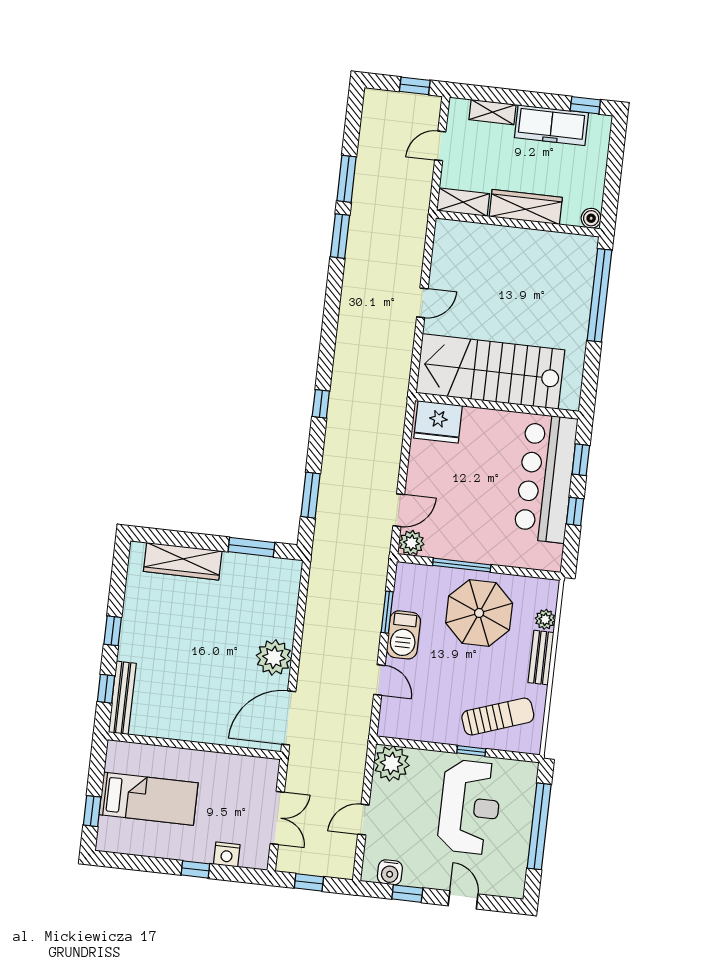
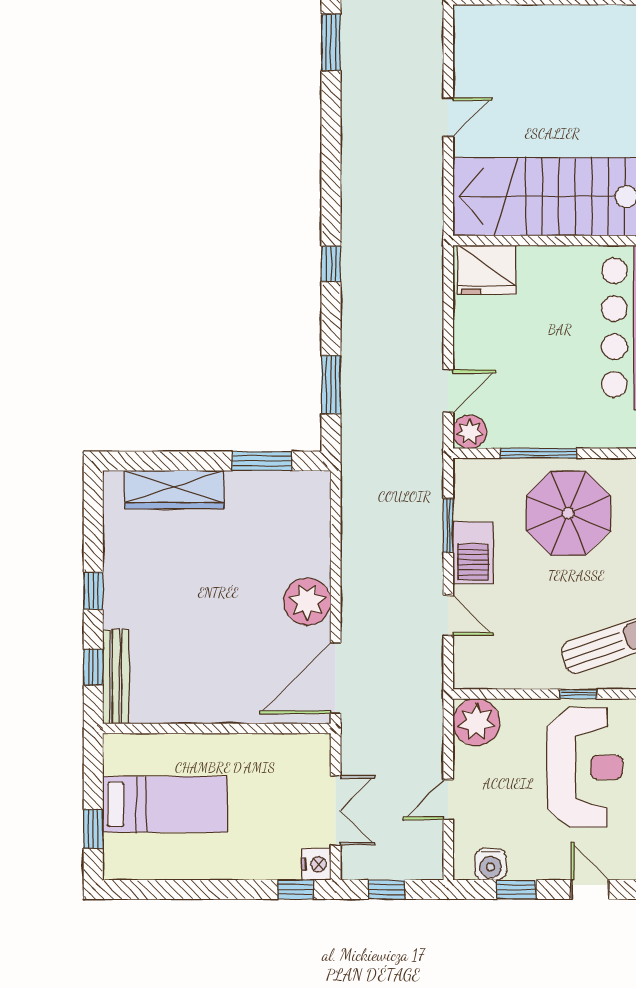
nightstand: (227, 854) -> (316, 864), moved, turned -90
window: (195, 869) -> (296, 890), moved

